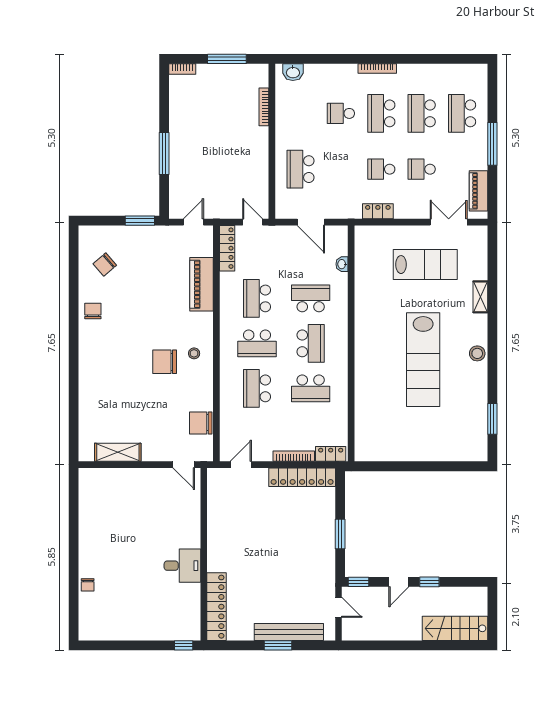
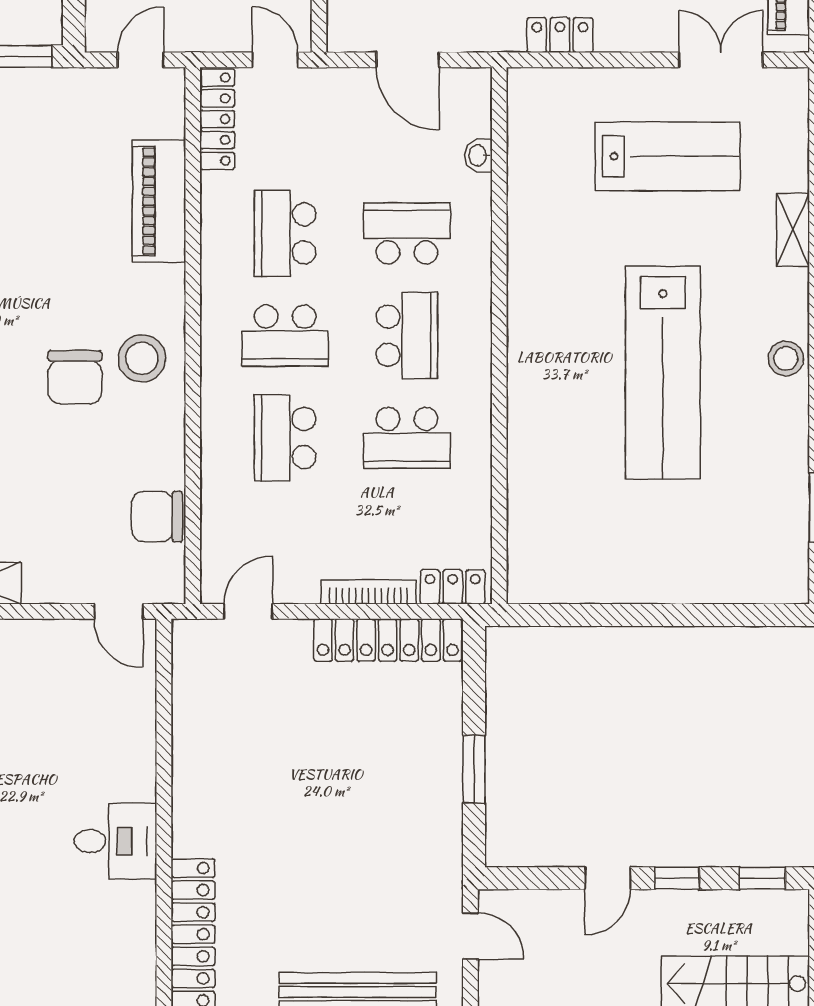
stool: (194, 353) -> (142, 358), width x1.89, depth x1.89
chair: (165, 362) -> (75, 377), turned -90
window: (358, 582) -> (762, 878), moved

